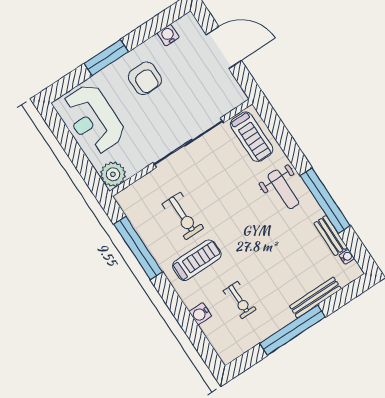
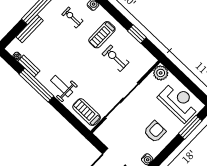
window: (106, 58) -> (190, 127), moved
armchair: (145, 78) -> (155, 132), turned 90
window: (138, 248) -> (137, 34), width x0.47

